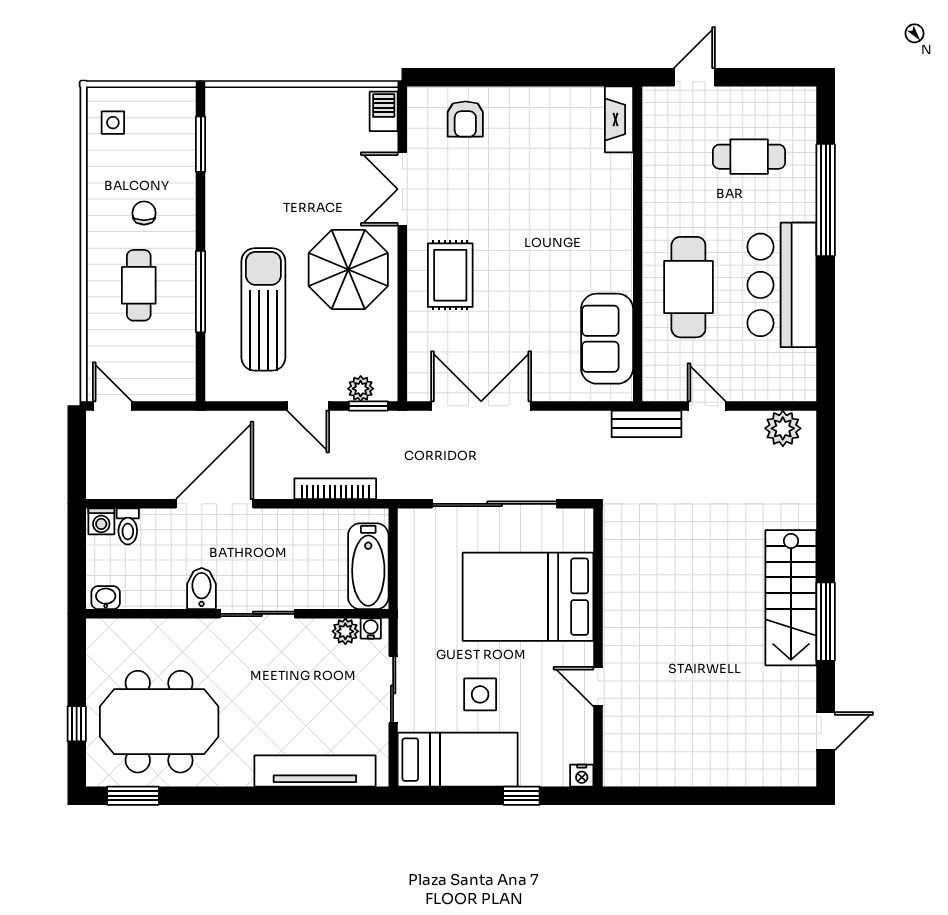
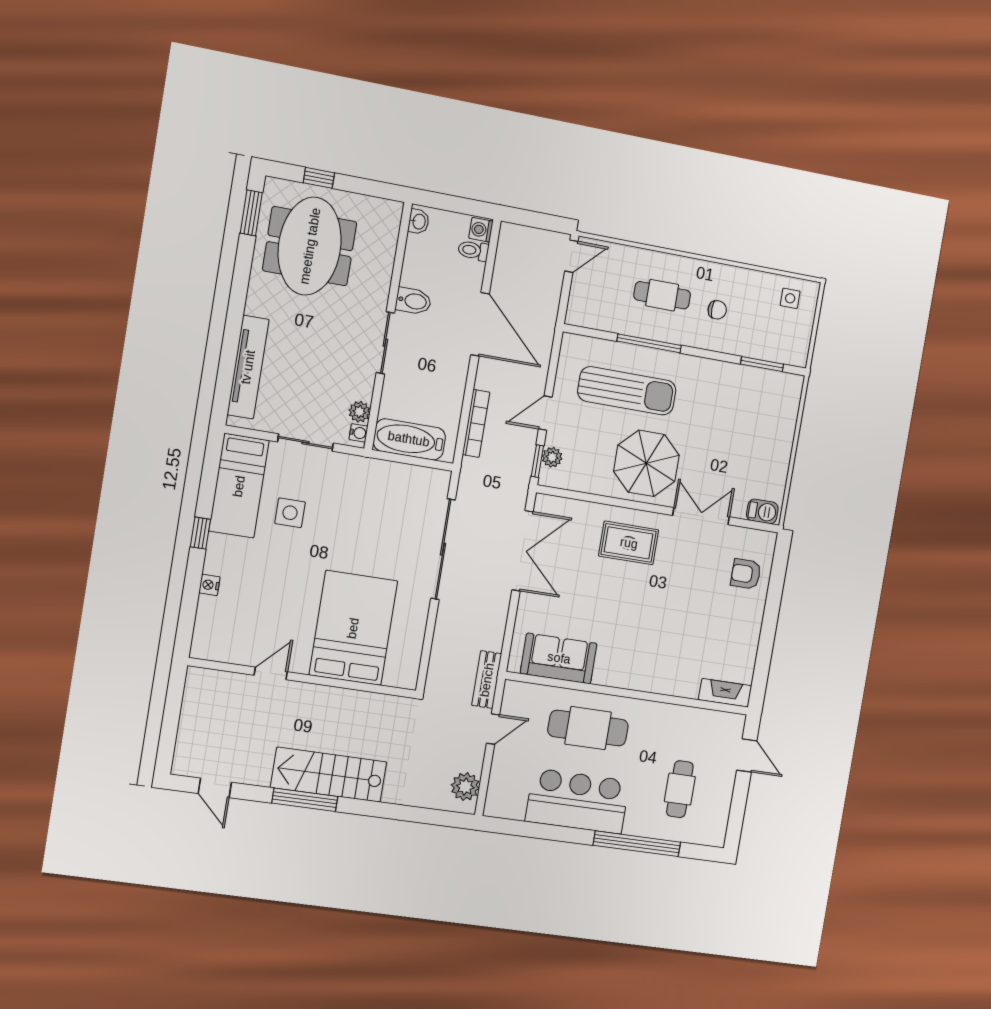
bed: (528, 597) -> (353, 628), moved
wall: (598, 647) -> (303, 678), moved
door: (598, 687) -> (271, 673), moved

